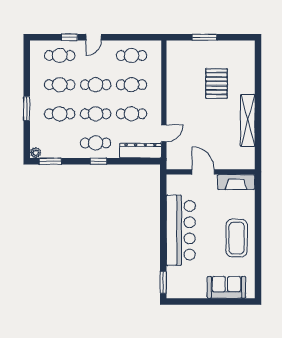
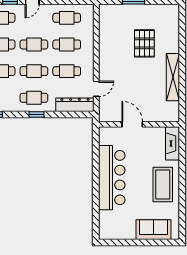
fireplace: (236, 182) -> (173, 143), moved, turned 90
window: (163, 282) -> (96, 225), removed

